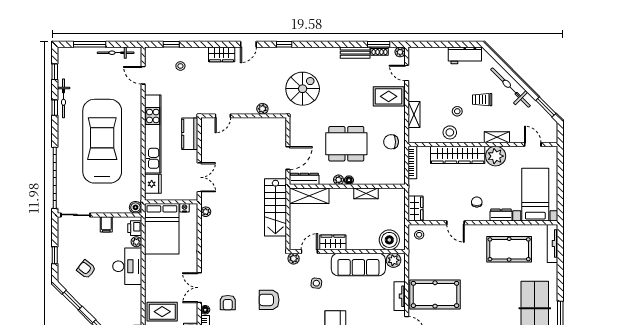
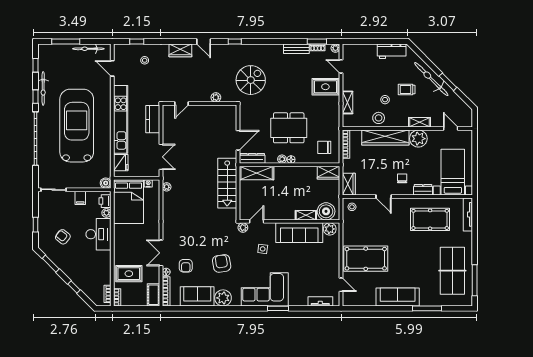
door: (248, 44) -> (204, 41), hinge flipped
window: (546, 107) -> (448, 82), moved
chair: (391, 142) -> (324, 147), moved
garage door: (55, 178) -> (35, 139), moved
shelving: (366, 193) -> (306, 215), moved
wardrobe: (333, 242) -> (329, 173), moved, turned 180
tv unit: (400, 296) -> (335, 260), removed
armchair: (269, 300) -> (222, 263), turned 81

